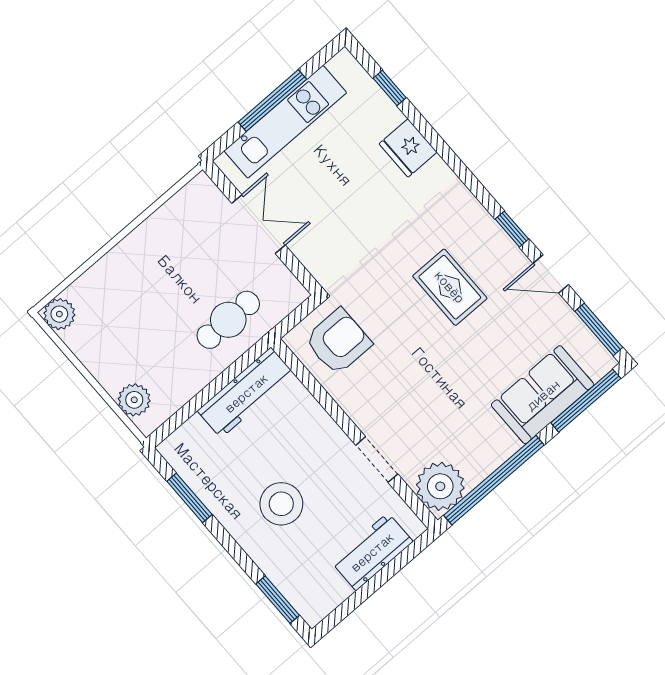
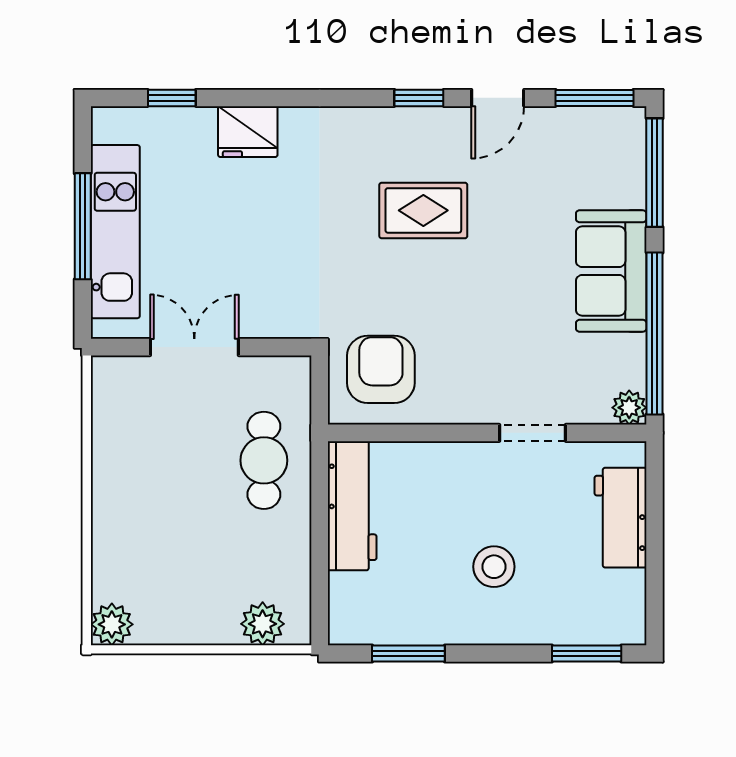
sofa: (543, 395) -> (611, 271), moved
plant: (440, 486) -> (629, 408), width x0.53, depth x0.53
stool: (281, 504) -> (494, 567), width x0.73, depth x0.73

